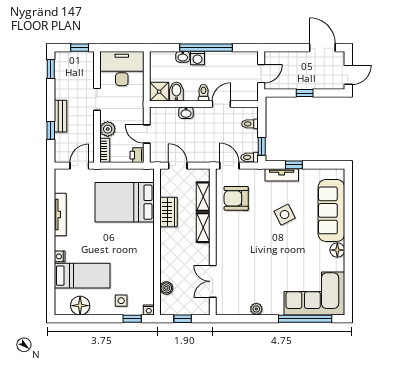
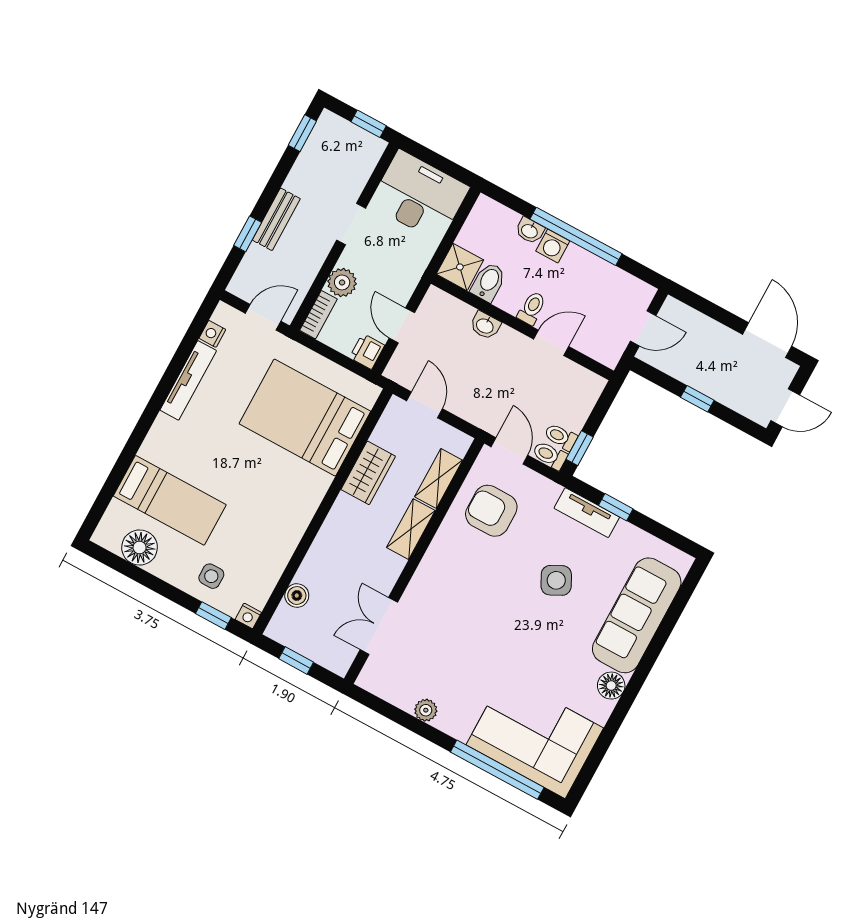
toilet: (250, 124) -> (561, 437), moved
nightstand: (60, 256) -> (212, 334), moved

